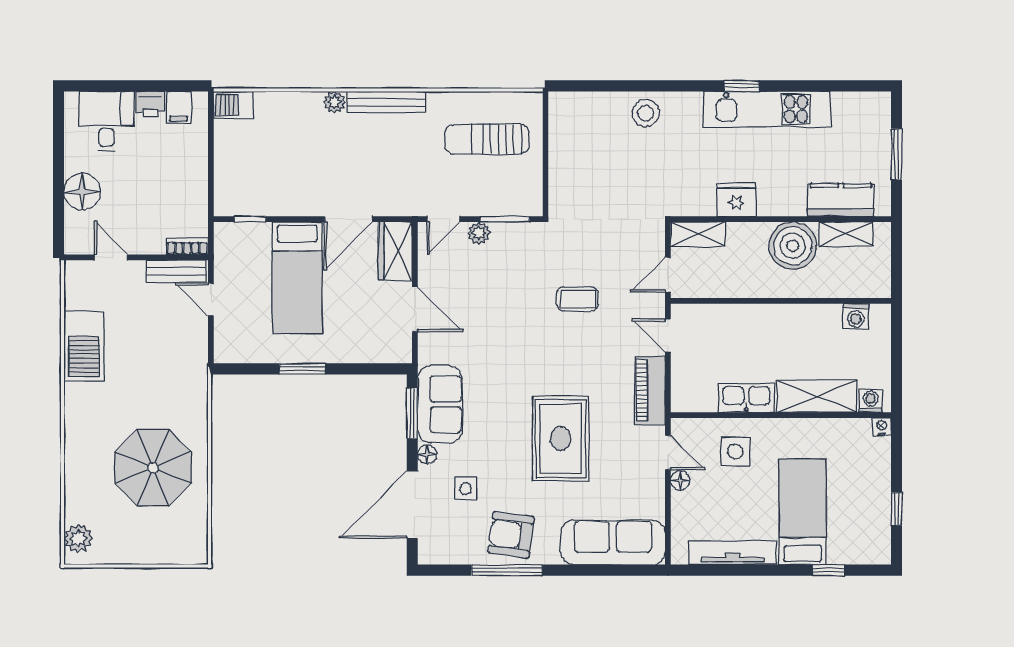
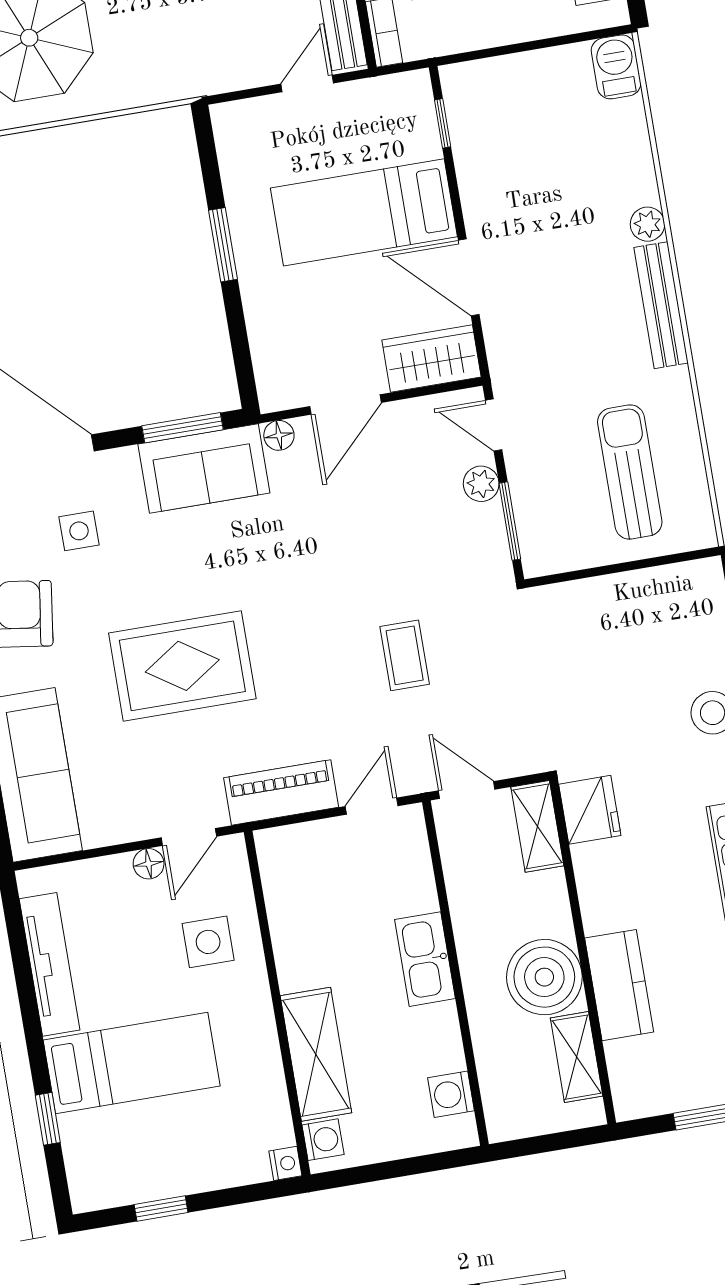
fridge: (736, 200) -> (590, 810), moved
kitchen counter: (841, 200) -> (619, 985), moved
kitchen sink: (746, 398) -> (425, 959), moved, turned 180
floor lamp: (427, 455) -> (279, 435), moved

